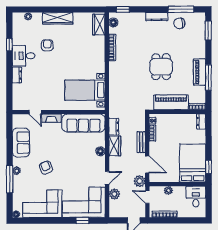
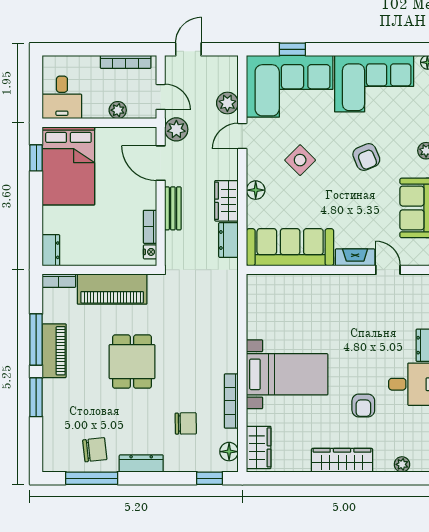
window: (208, 31) -> (36, 397), moved
chair: (135, 36) -> (186, 423), added
bed with nightstands: (85, 90) -> (287, 374), moved
side table: (79, 166) -> (300, 160), added

